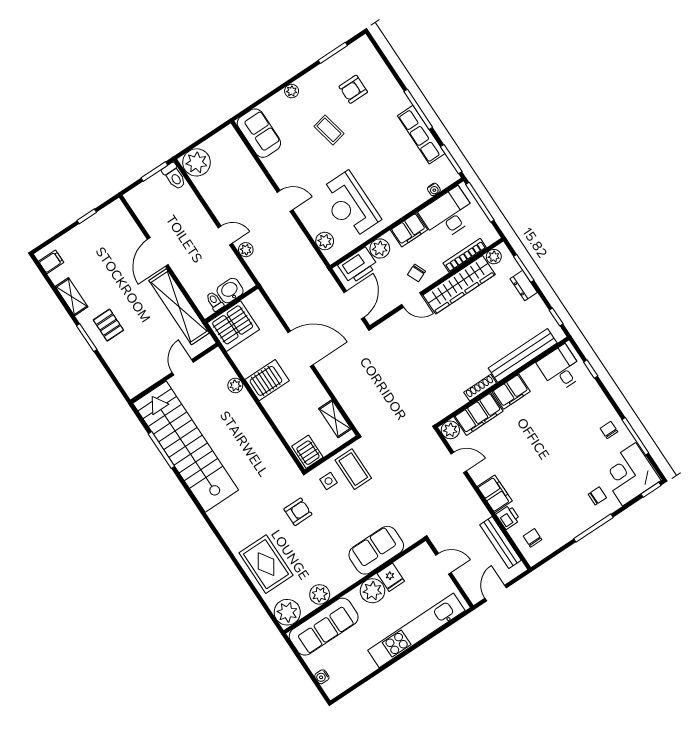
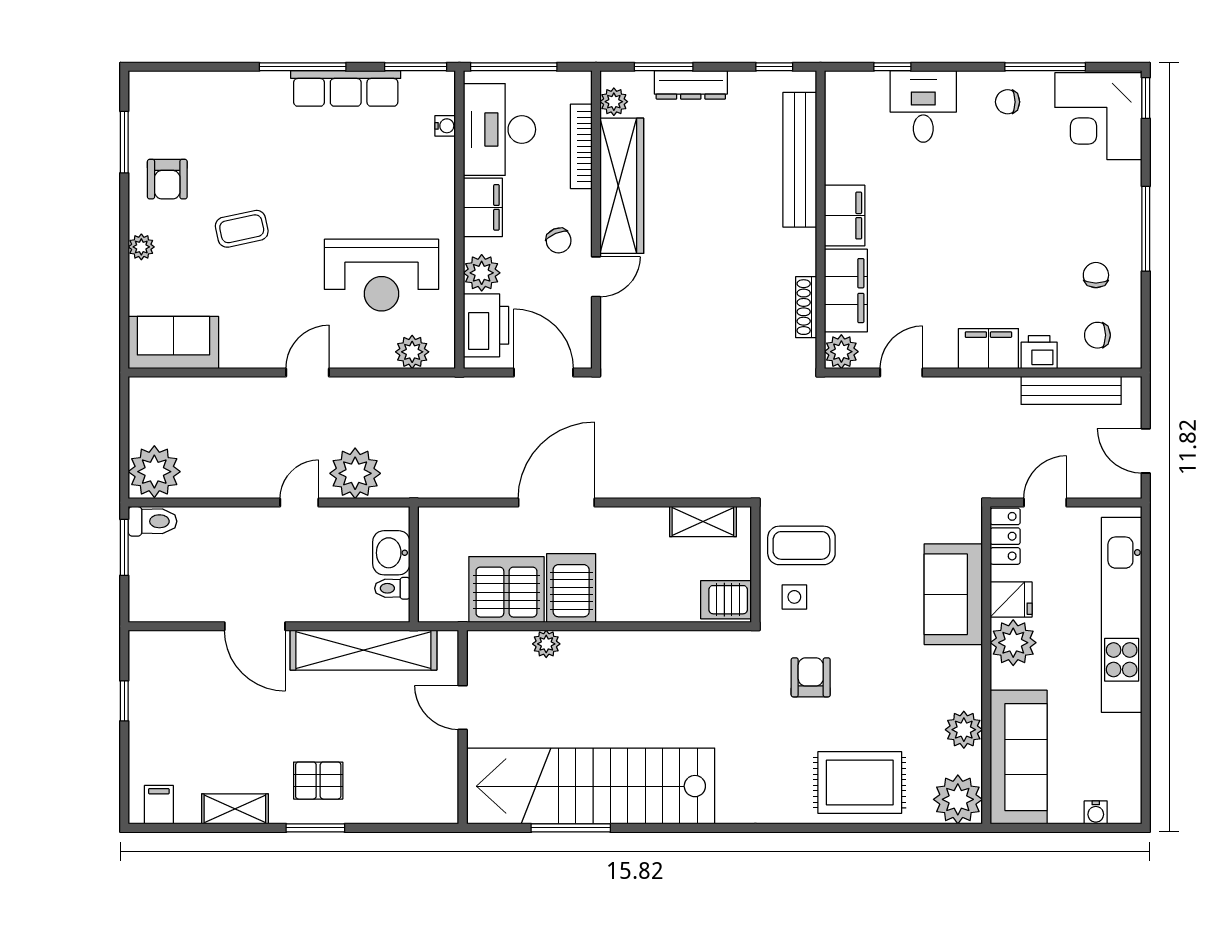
armchair: (353, 89) -> (167, 179), moved
plant: (246, 250) -> (355, 473), width x1.88, depth x1.88
dresser: (524, 286) -> (691, 85), width x1.44
server rack: (233, 326) -> (506, 589), moved, turned -90
desk: (561, 369) -> (923, 106), moved, turned 90
shoe rack: (480, 388) -> (806, 307), moved
chair: (597, 496) -> (1096, 275), moved
locker: (417, 556) -> (1005, 536), added

